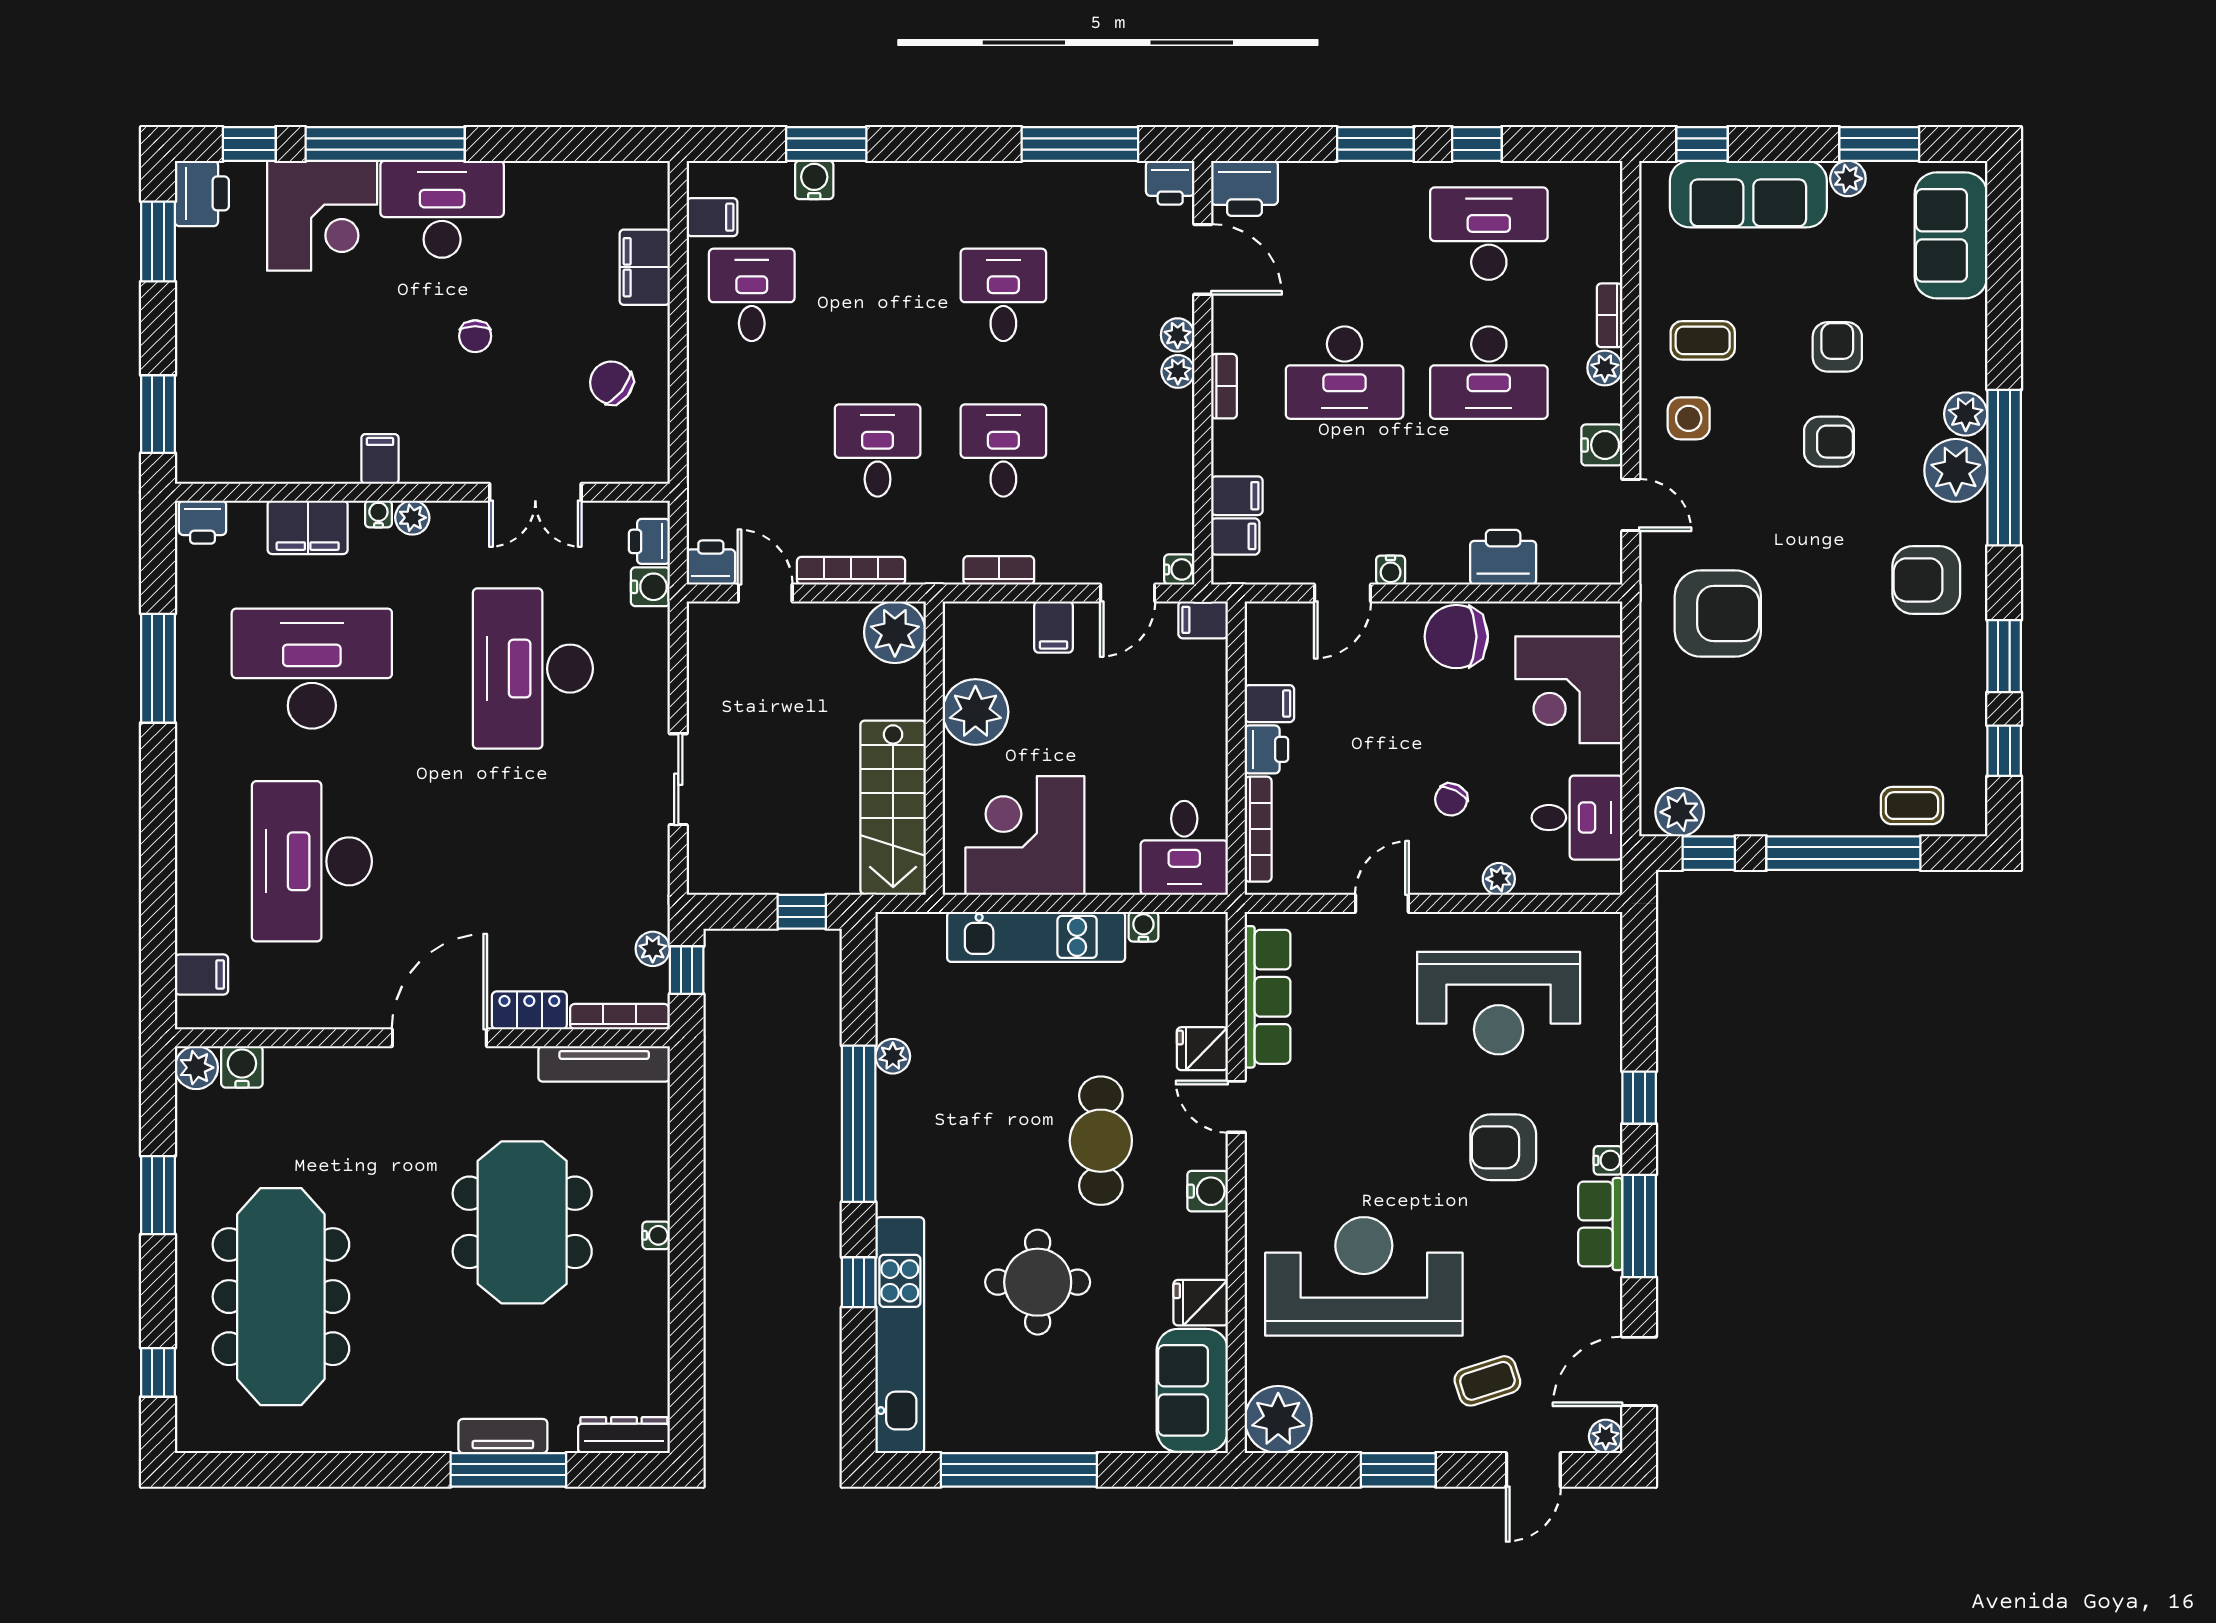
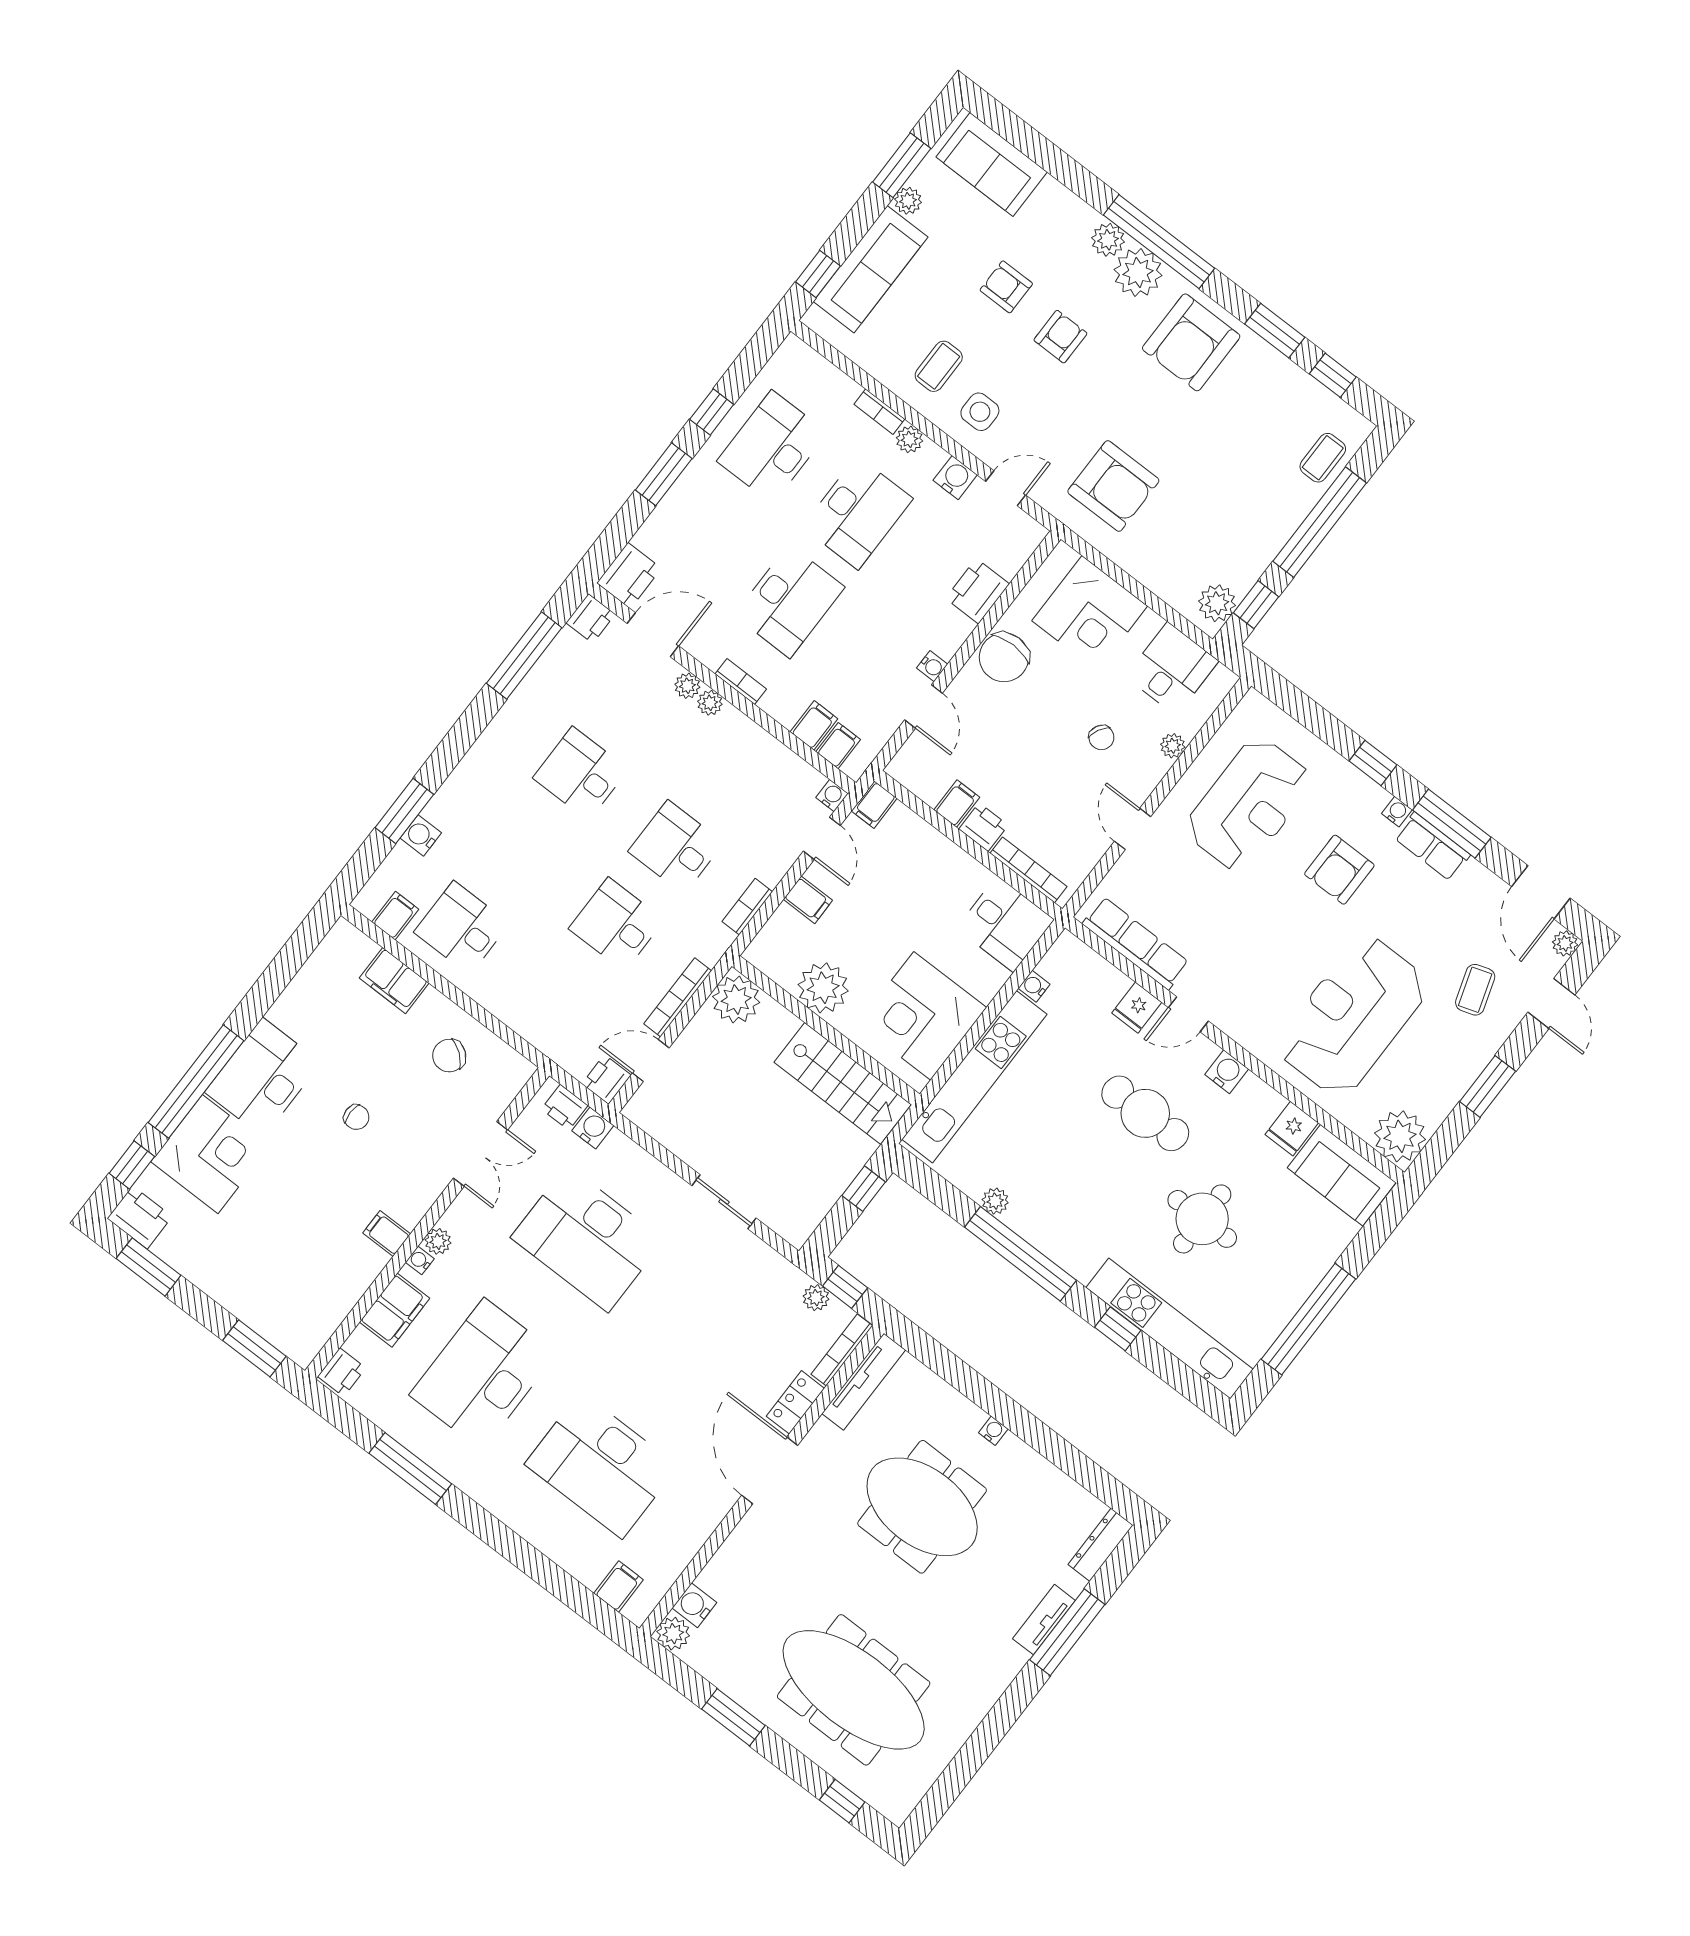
armchair: (1926, 580) -> (1191, 342), width x1.36, depth x1.36
armchair: (1718, 614) -> (1113, 486), turned 90
kitchen unit: (1036, 937) -> (974, 1077), width x1.36

